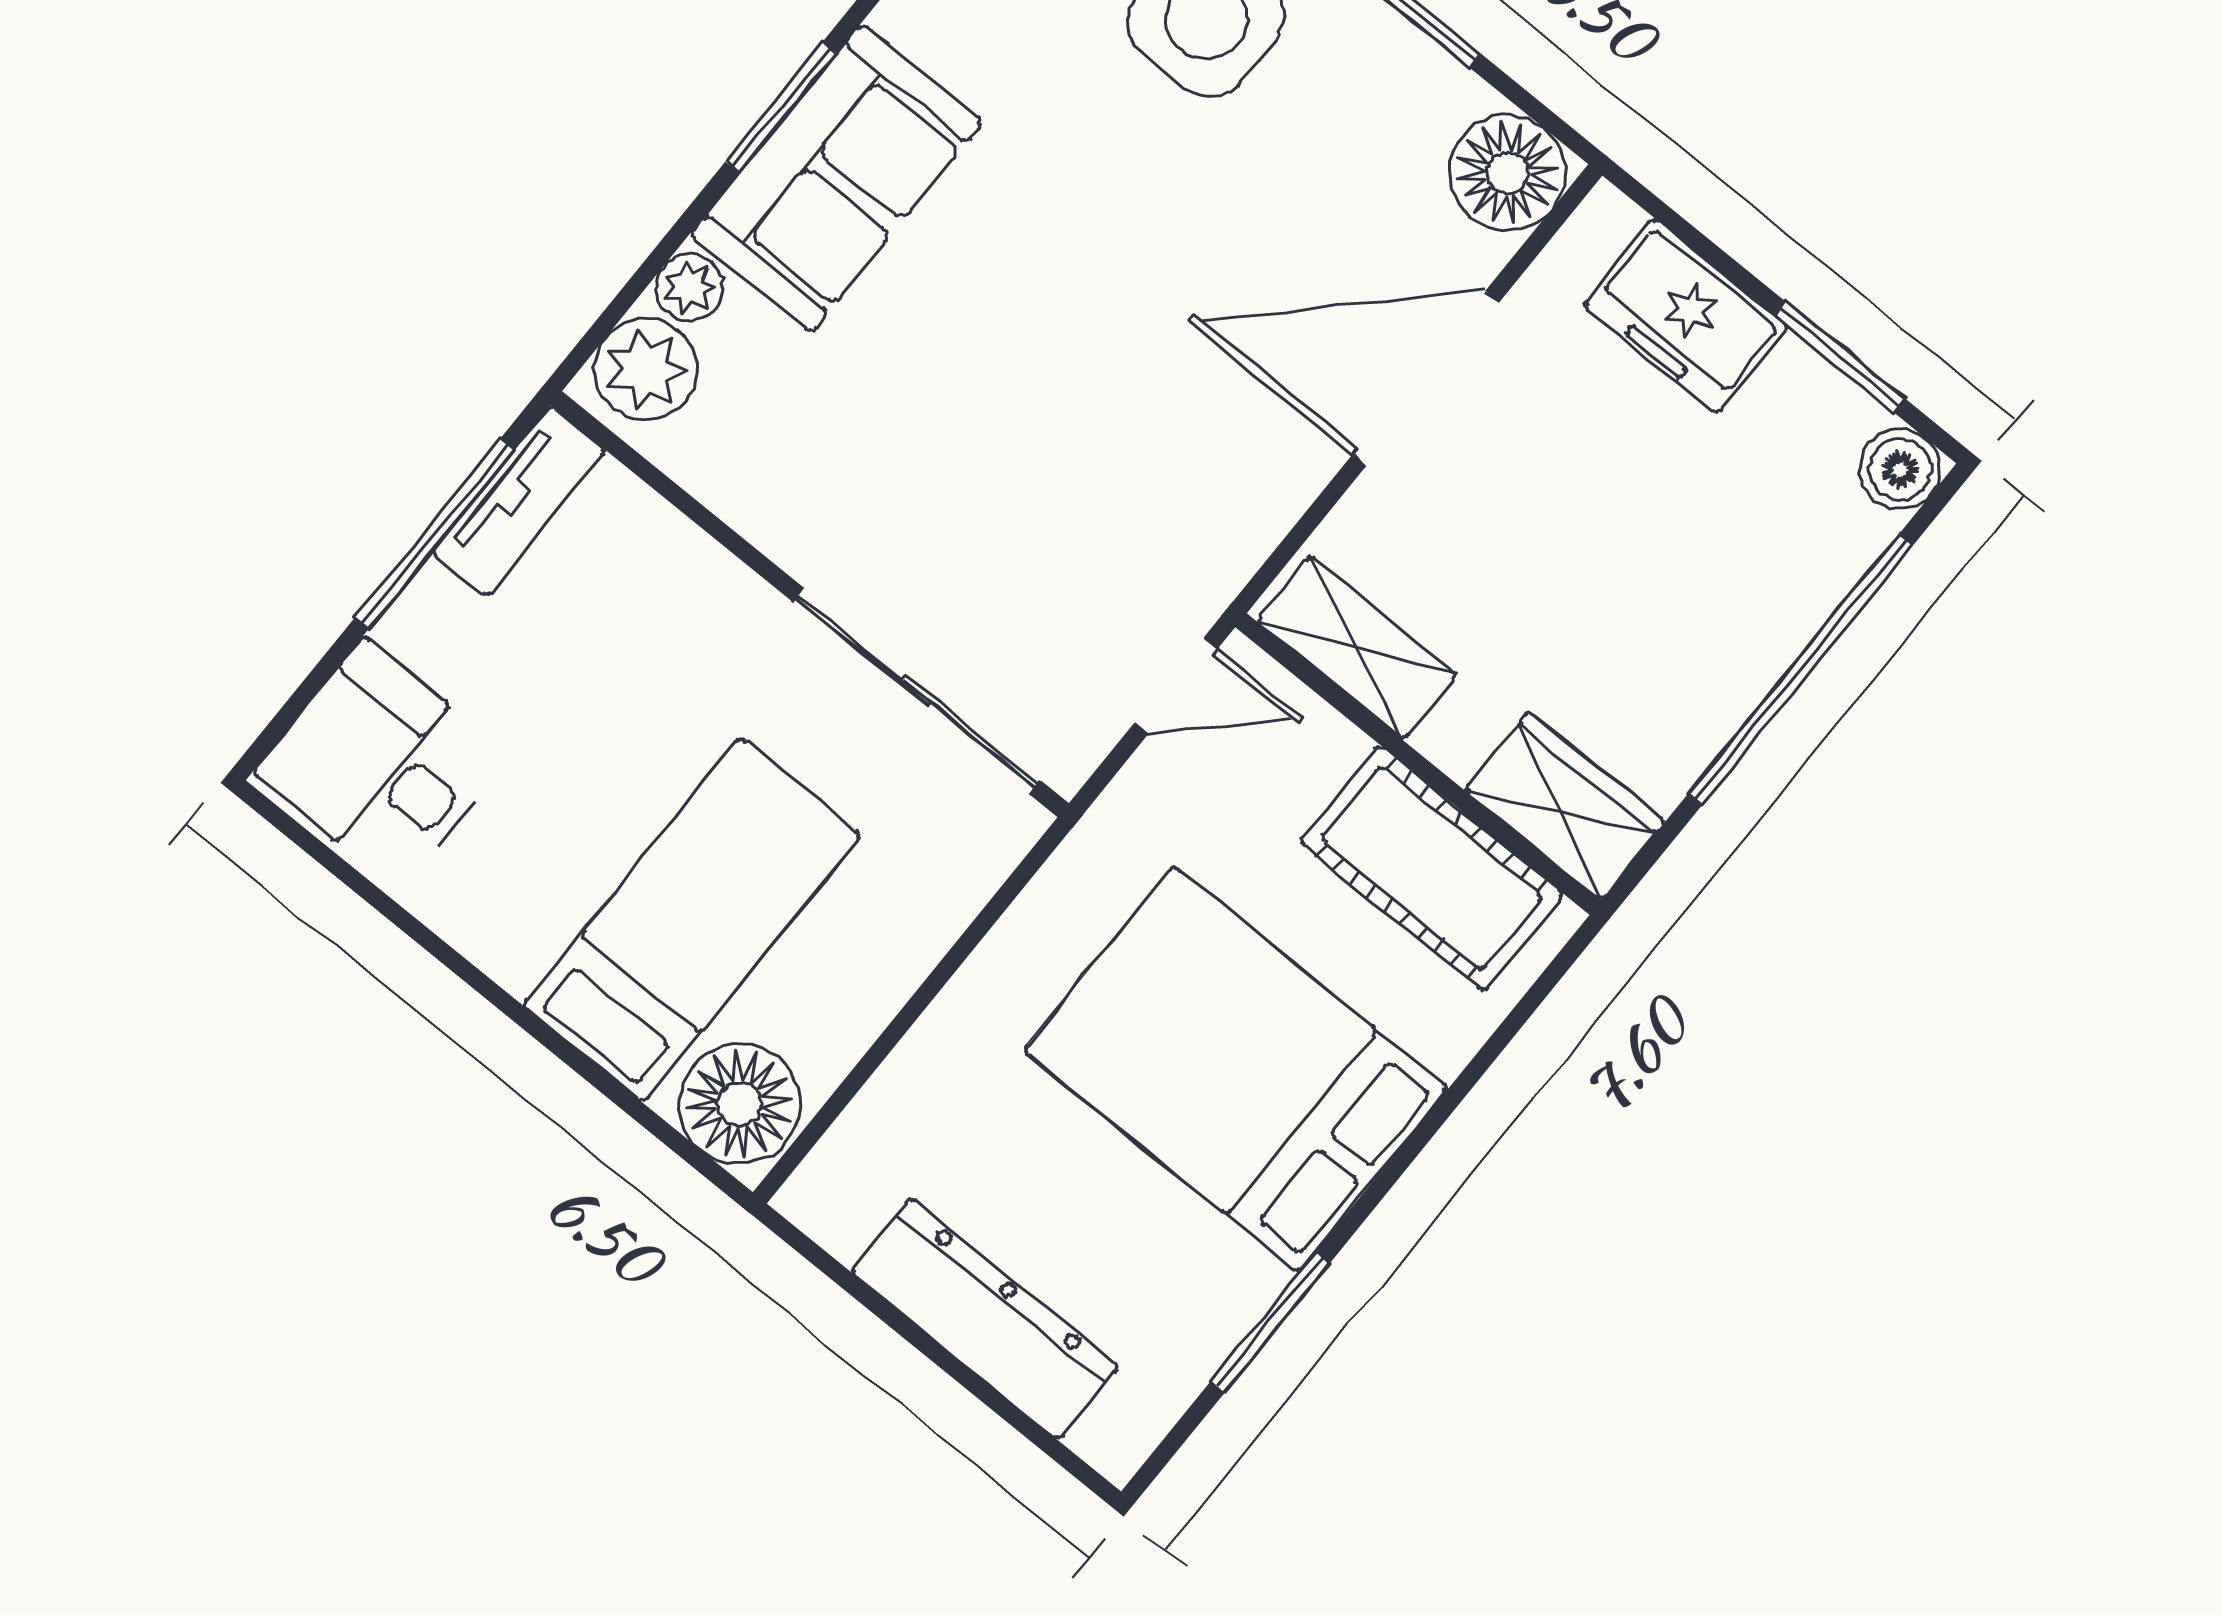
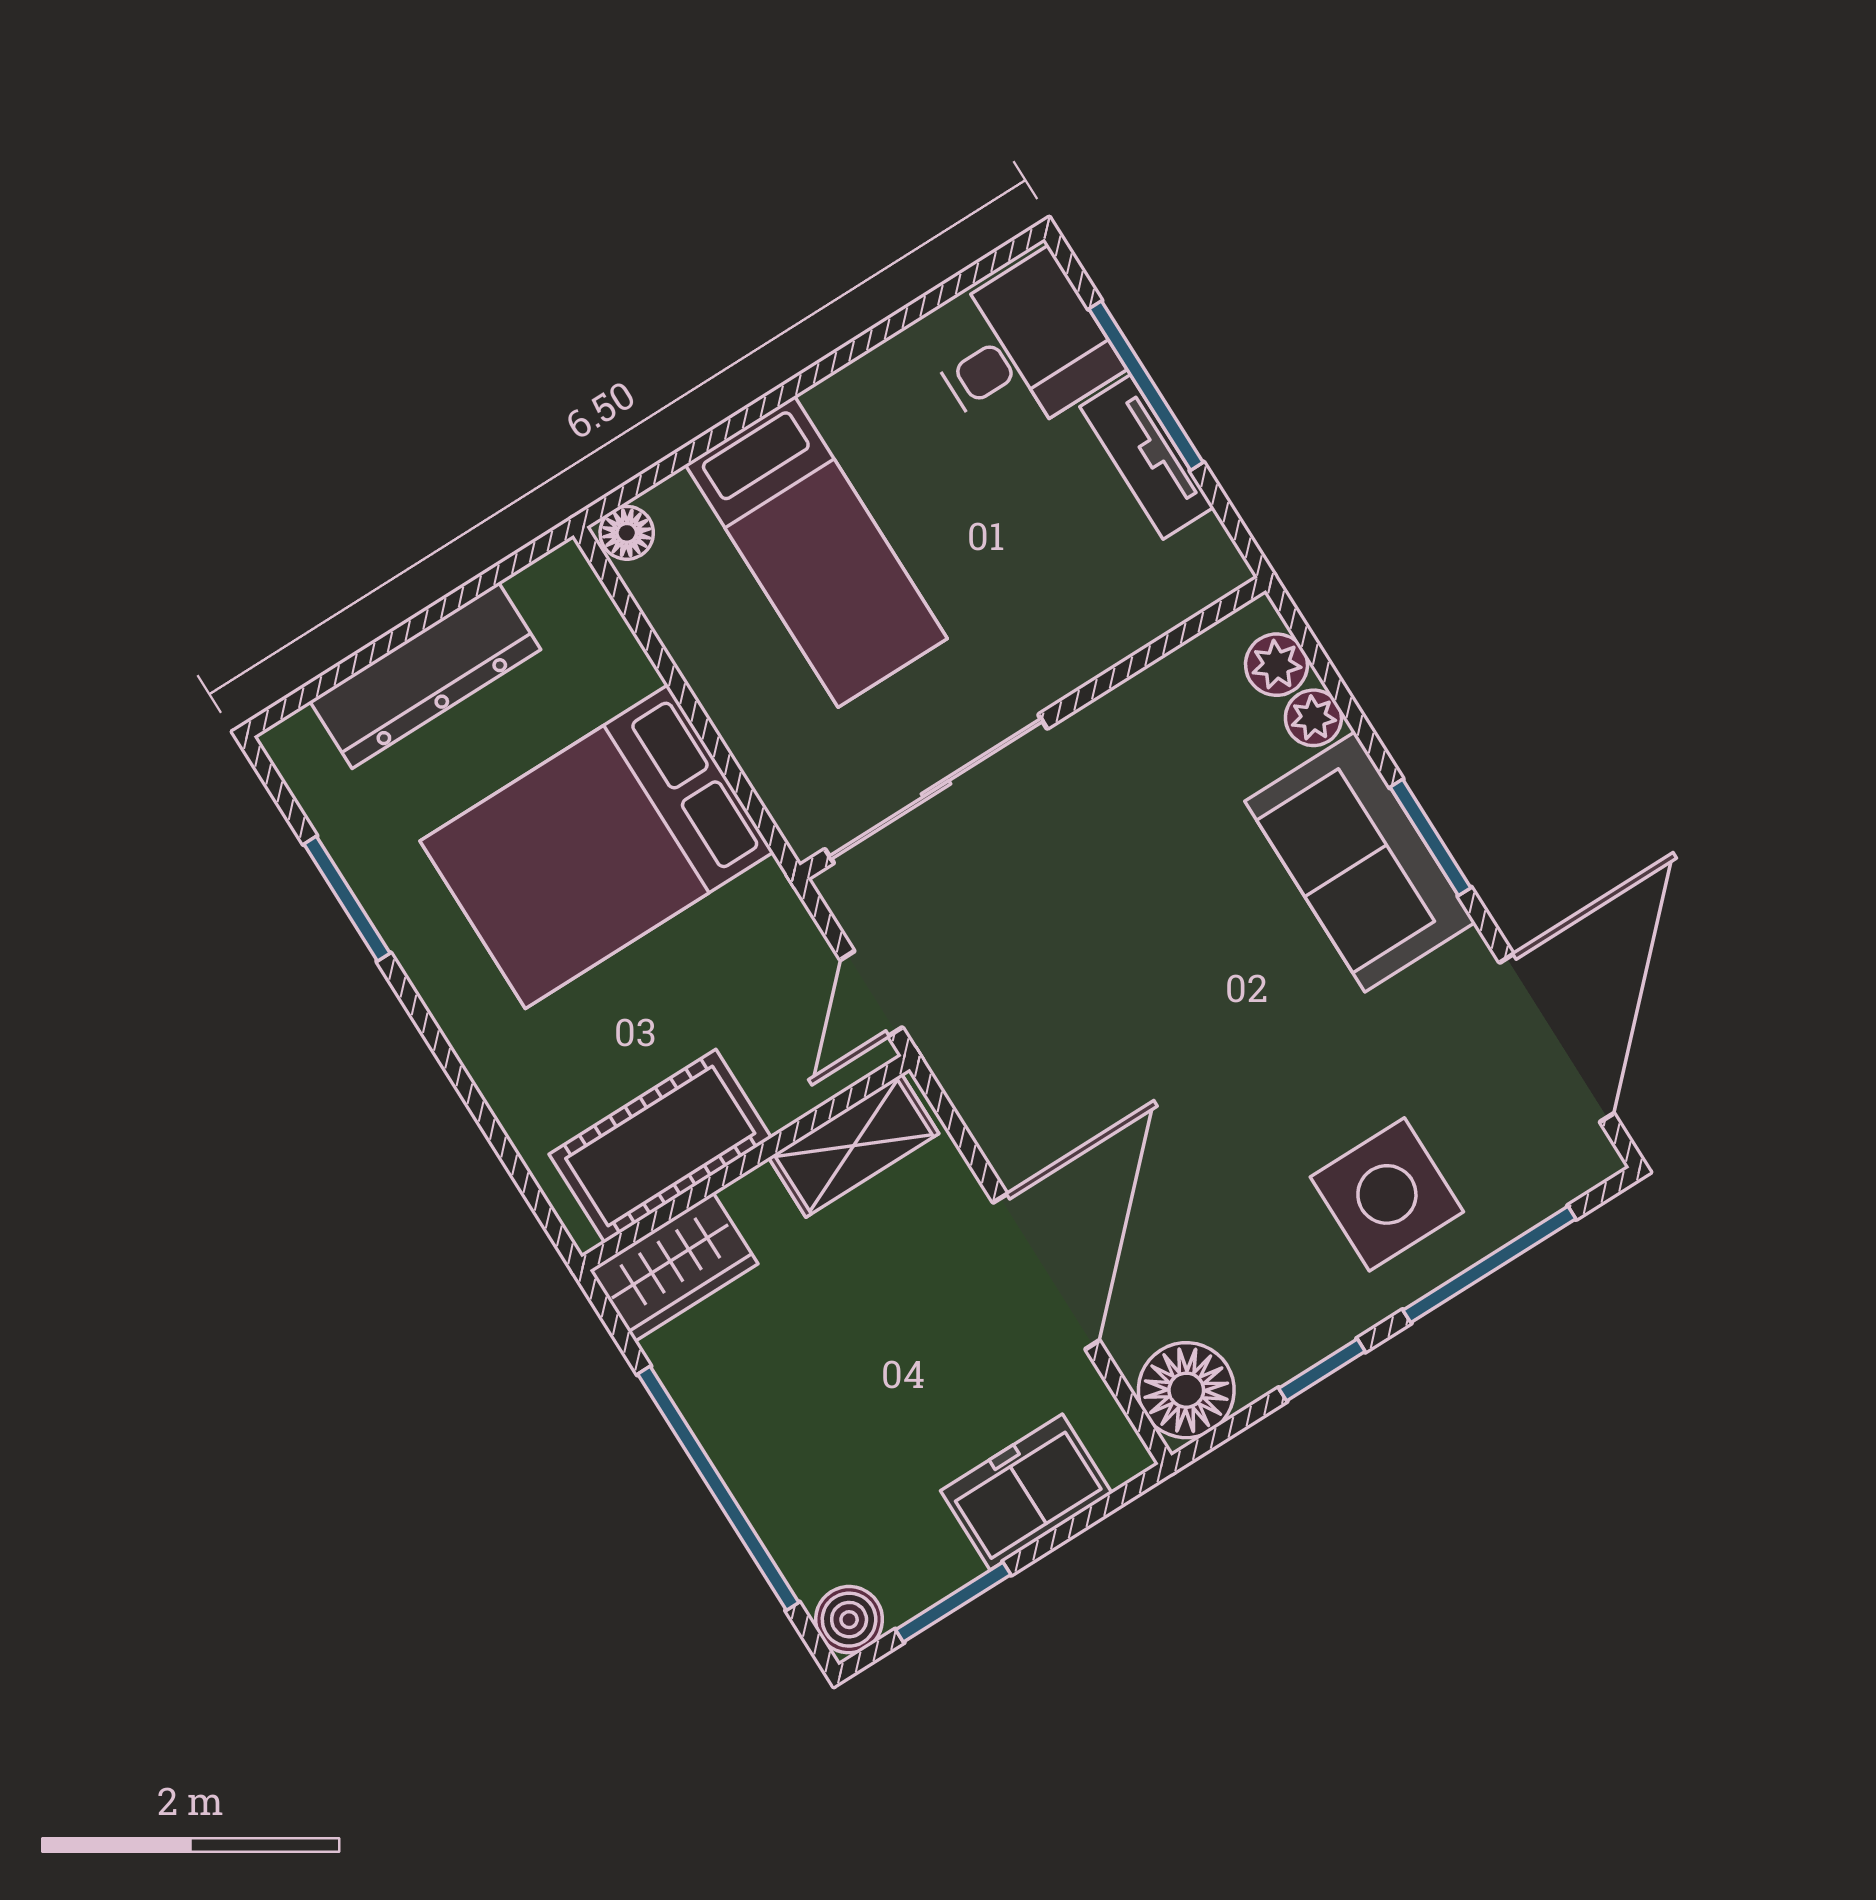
plant: (645, 370) -> (1277, 665), width x0.73, depth x0.73
tv unit: (519, 501) -> (1147, 457), moved
window: (435, 534) -> (1146, 386), moved
bed: (1236, 1069) -> (597, 847), moved, turned 180
floor lamp: (740, 1104) -> (627, 533), width x0.53, depth x0.53

